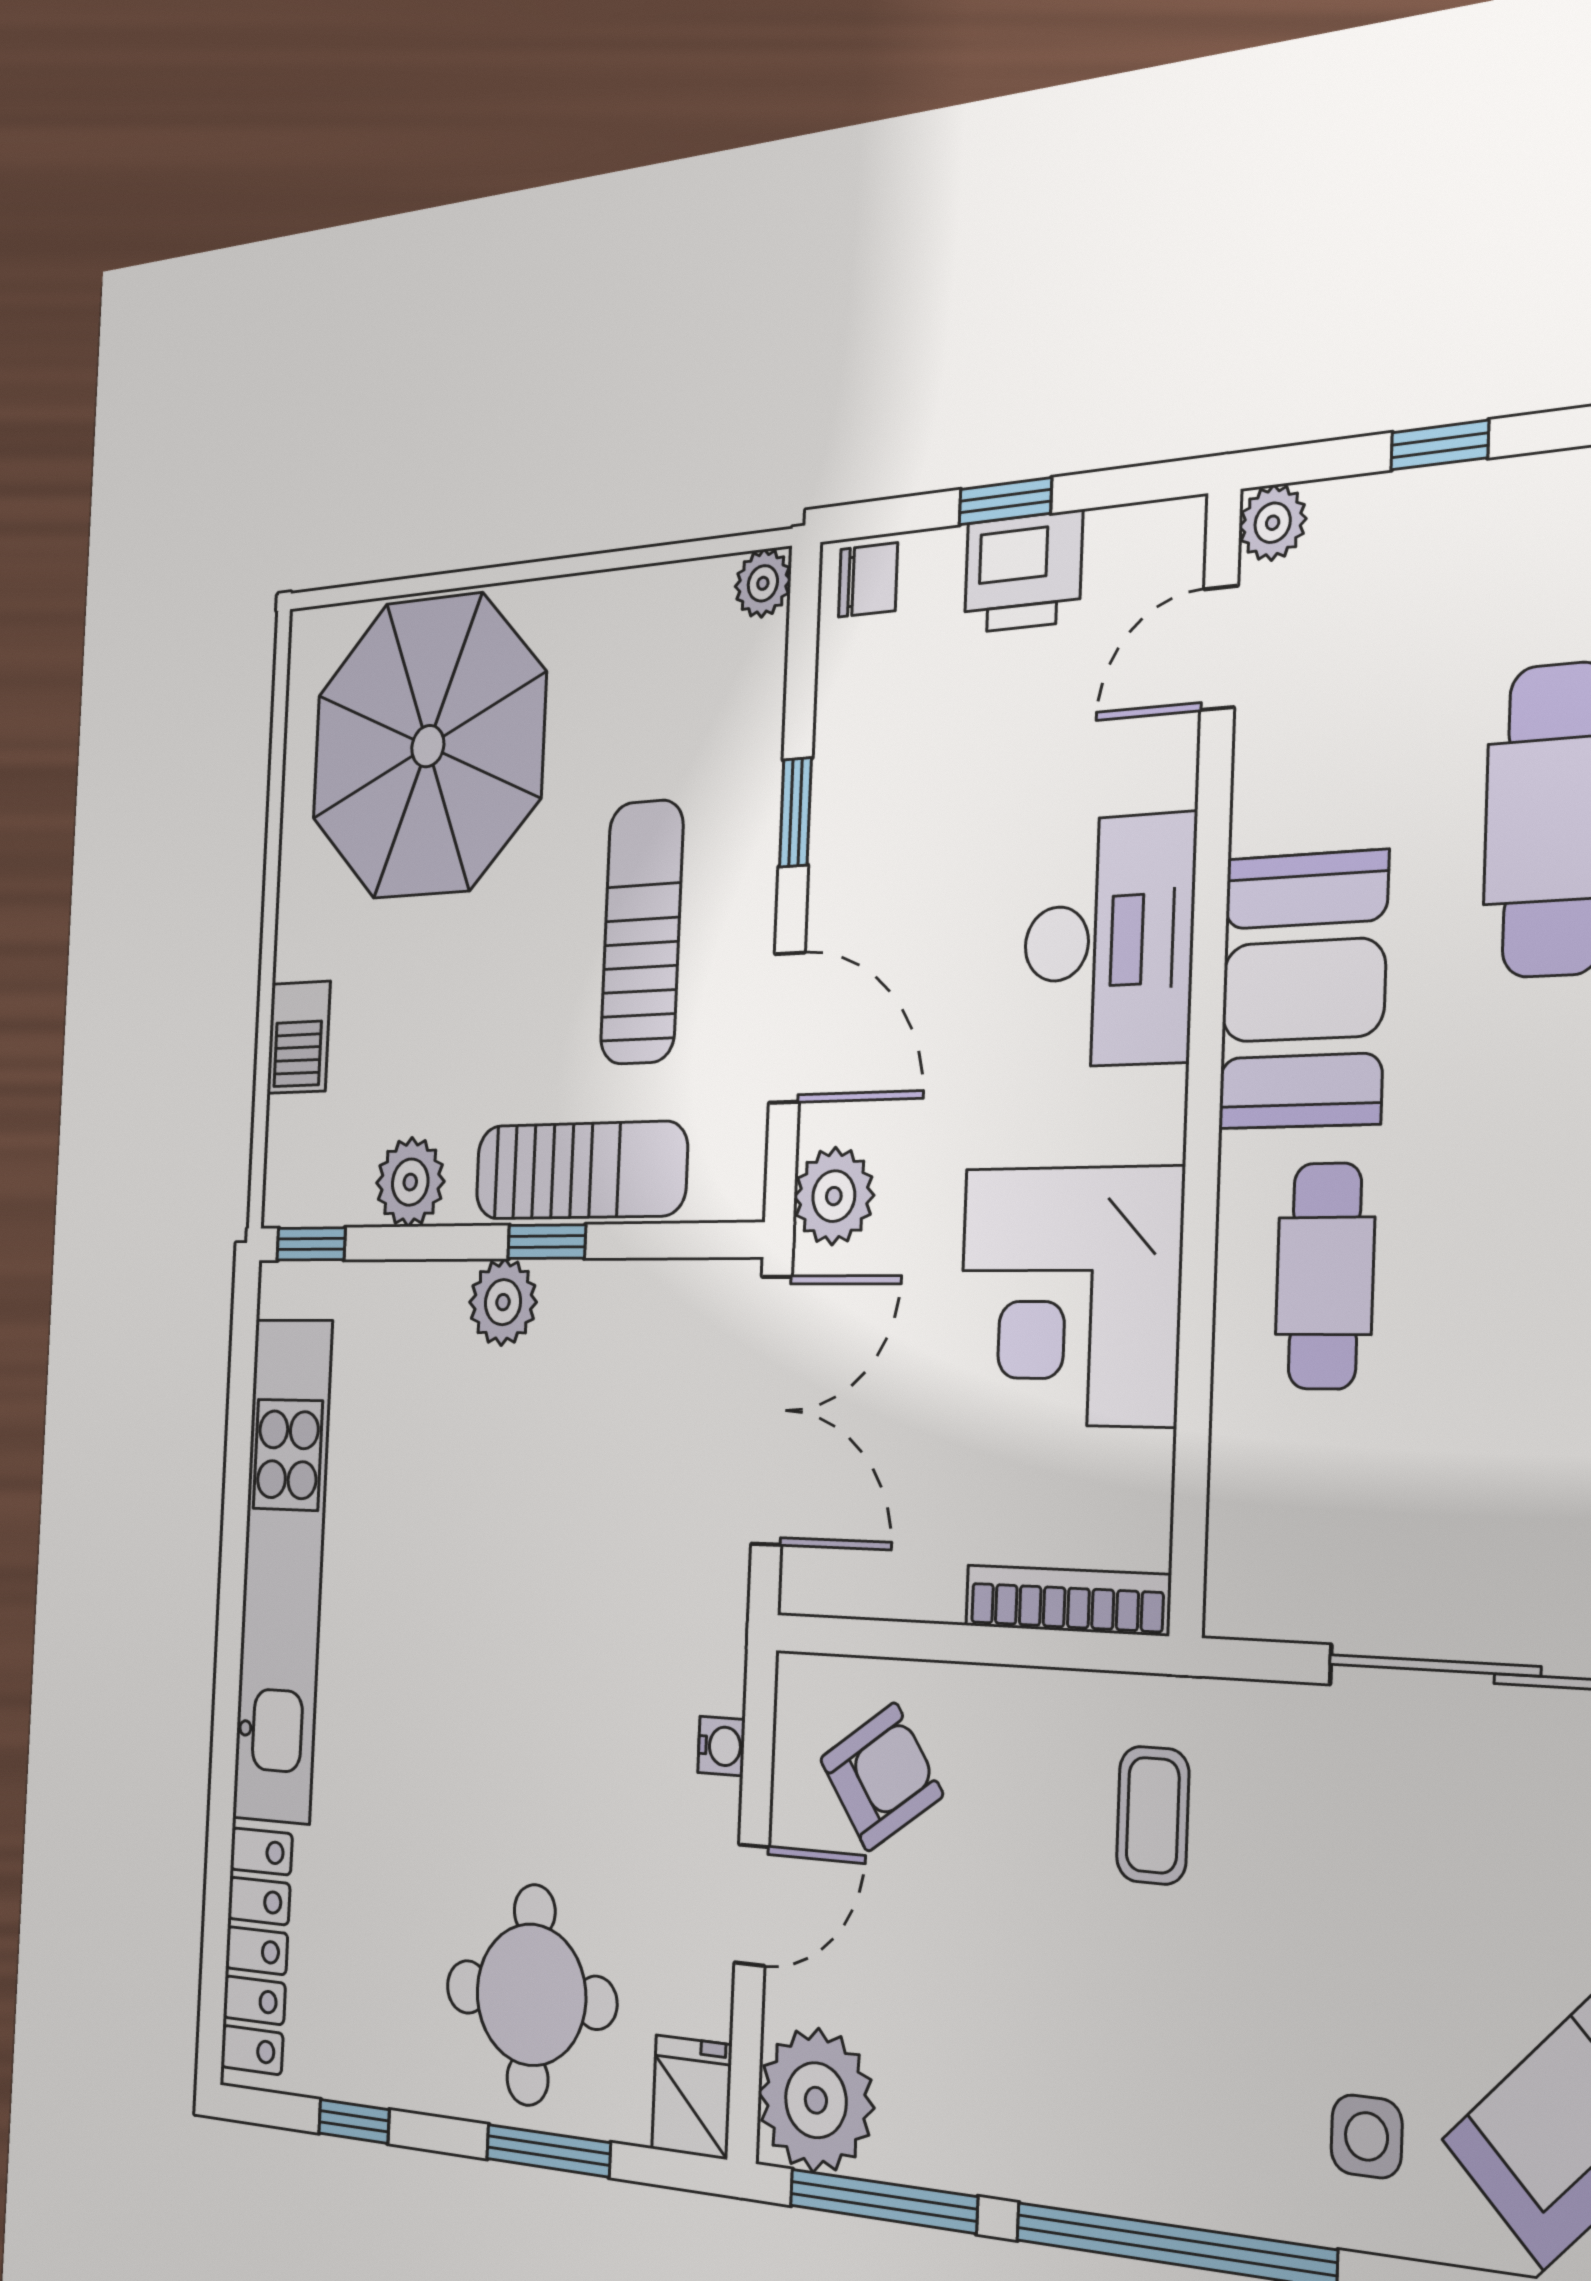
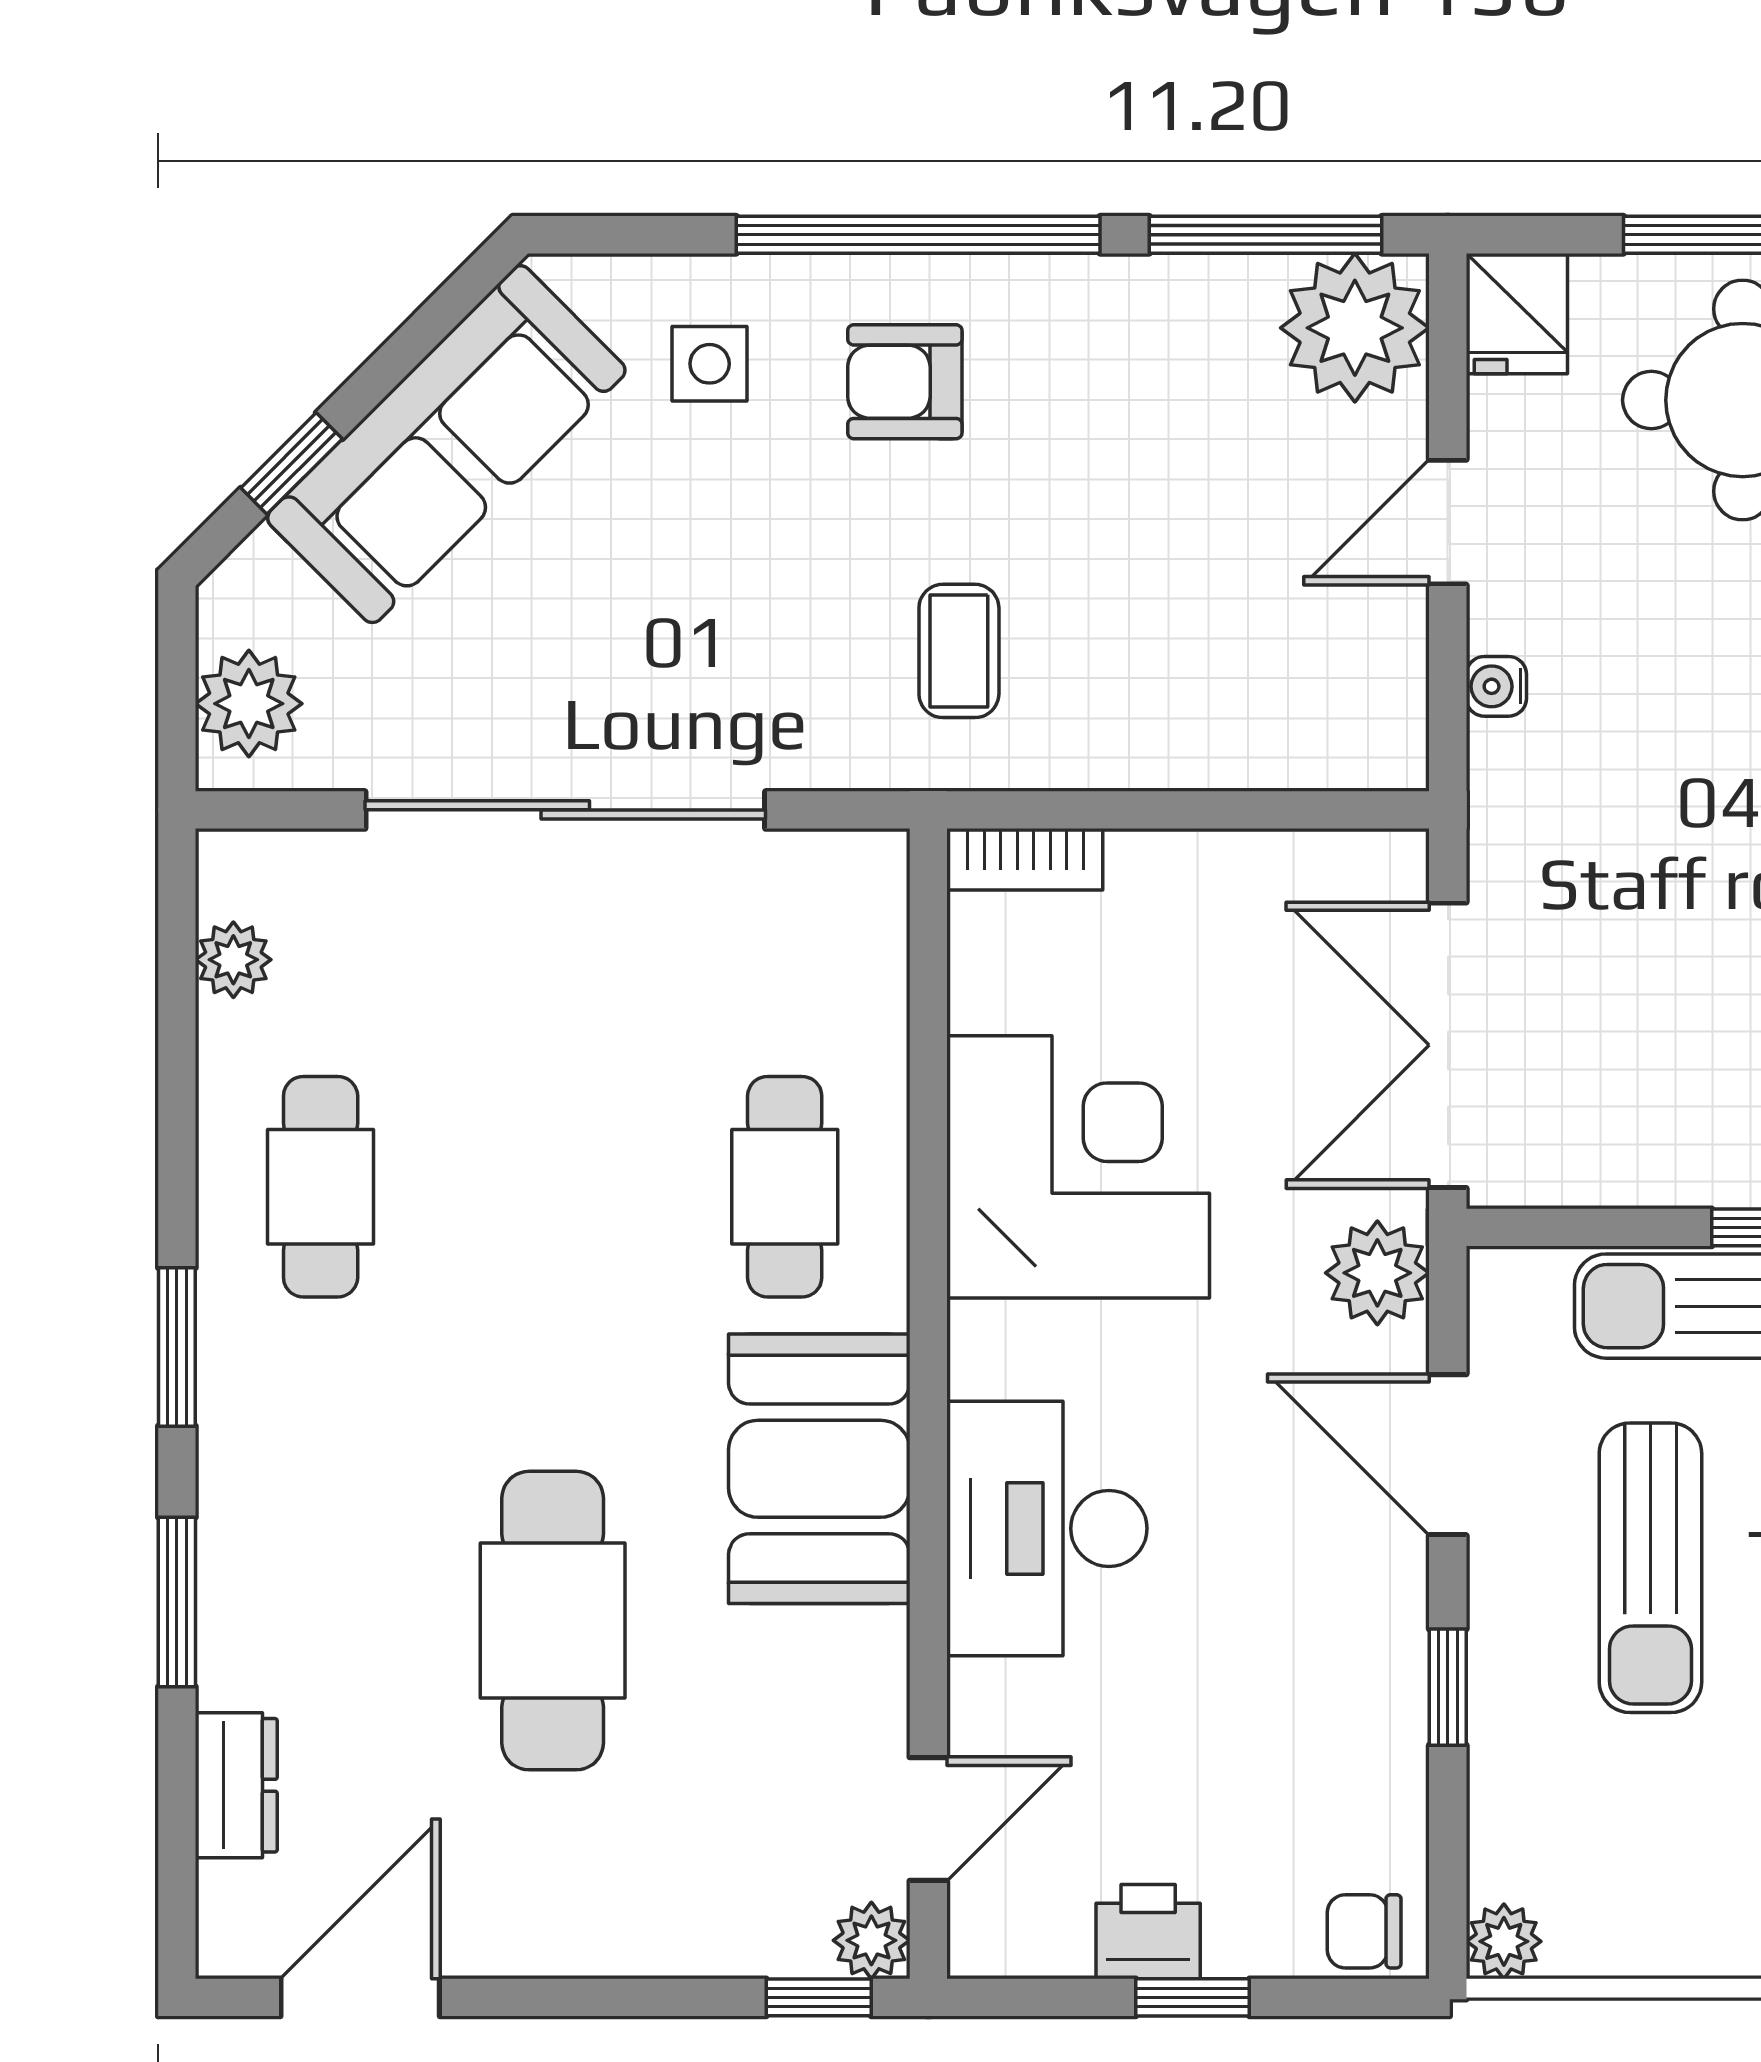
window: (1440, 445) -> (819, 1997), moved
printer: (1023, 572) -> (1148, 1932), width x0.73, depth x0.81
bookcase: (1067, 1600) -> (1025, 859), width x0.64
armchair: (881, 1777) -> (905, 382), moved, turned 35

